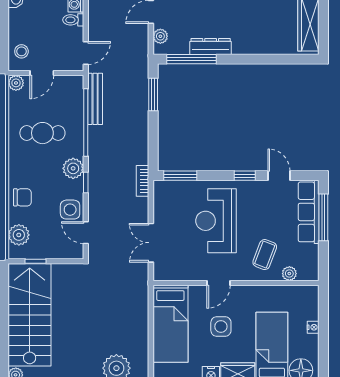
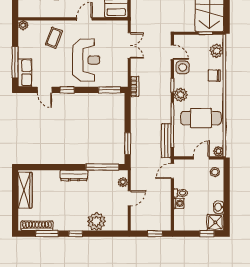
dresser: (211, 46) -> (74, 175), moved
cafe table: (42, 133) -> (201, 118), width x1.37, depth x1.35
row of seats: (309, 212) -> (25, 73), width x0.68
plant: (289, 274) -> (23, 25), moved

